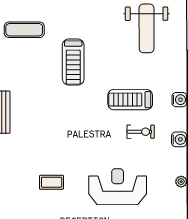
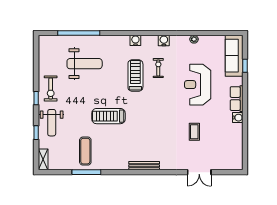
treadmill: (73, 62) -> (108, 116), turned 180
treadmill: (130, 100) -> (135, 75), turned 180

